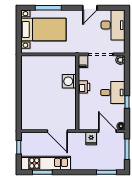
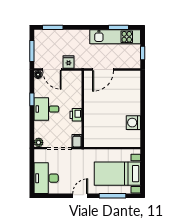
door: (90, 8) -> (80, 196), moved
washing machine: (69, 81) -> (133, 123), moved, turned 180
door: (57, 131) -> (103, 69), swing flipped

